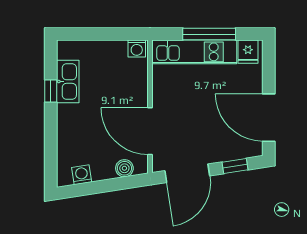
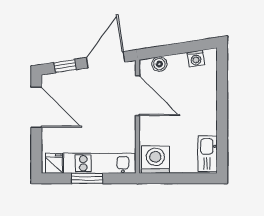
window: (209, 34) -> (87, 178), width x0.69
washing machine: (137, 48) -> (155, 160), width x1.89, depth x1.89
kitchen sink: (68, 82) -> (208, 154), moved
window: (51, 91) -> (222, 130), removed

